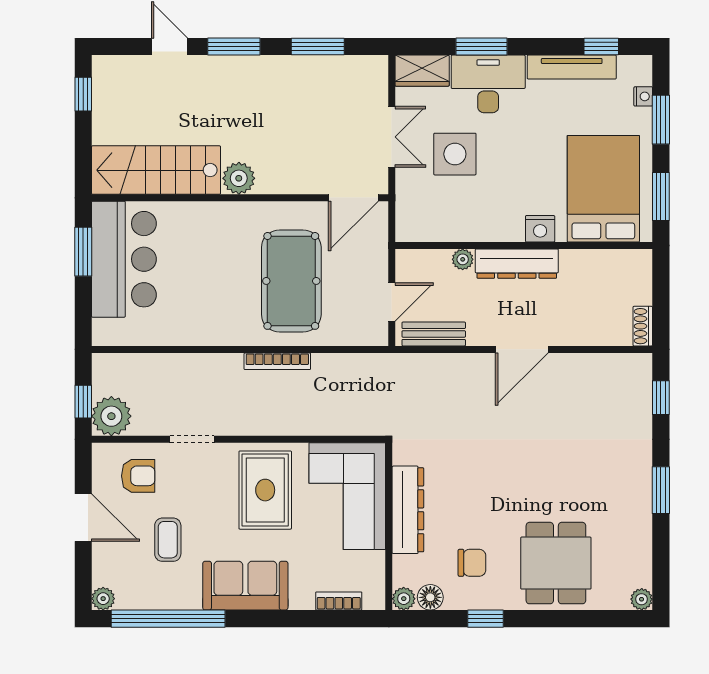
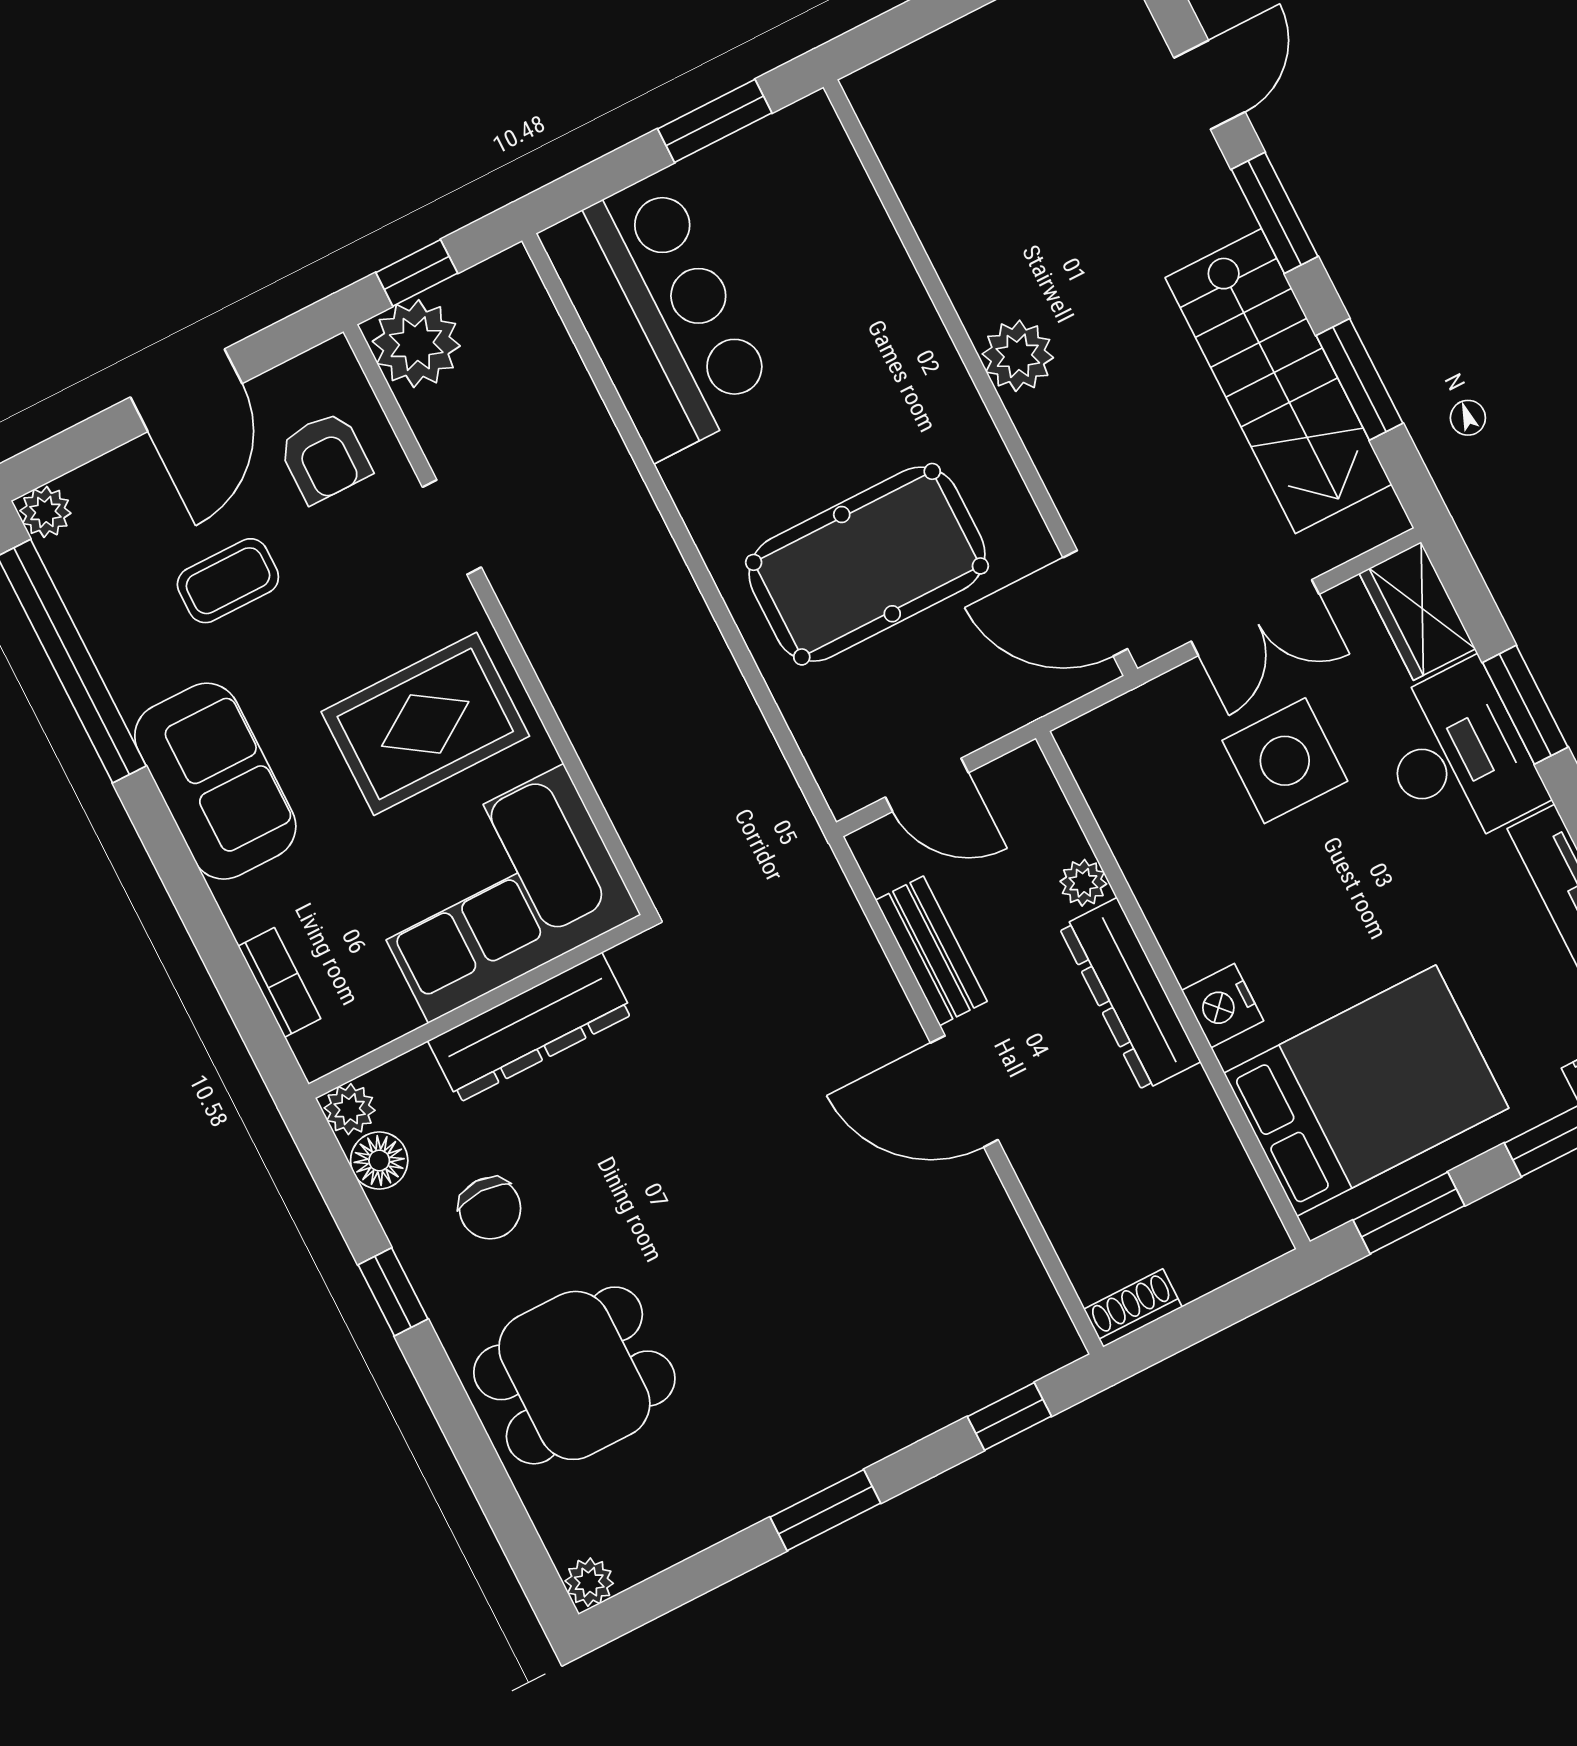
stairs: (156, 170) -> (1278, 381), moved, turned 180
bar counter: (124, 259) -> (659, 316), moved, turned -90
bench: (434, 334) -> (931, 951), moved
bookcase: (277, 361) -> (693, 618), removed

